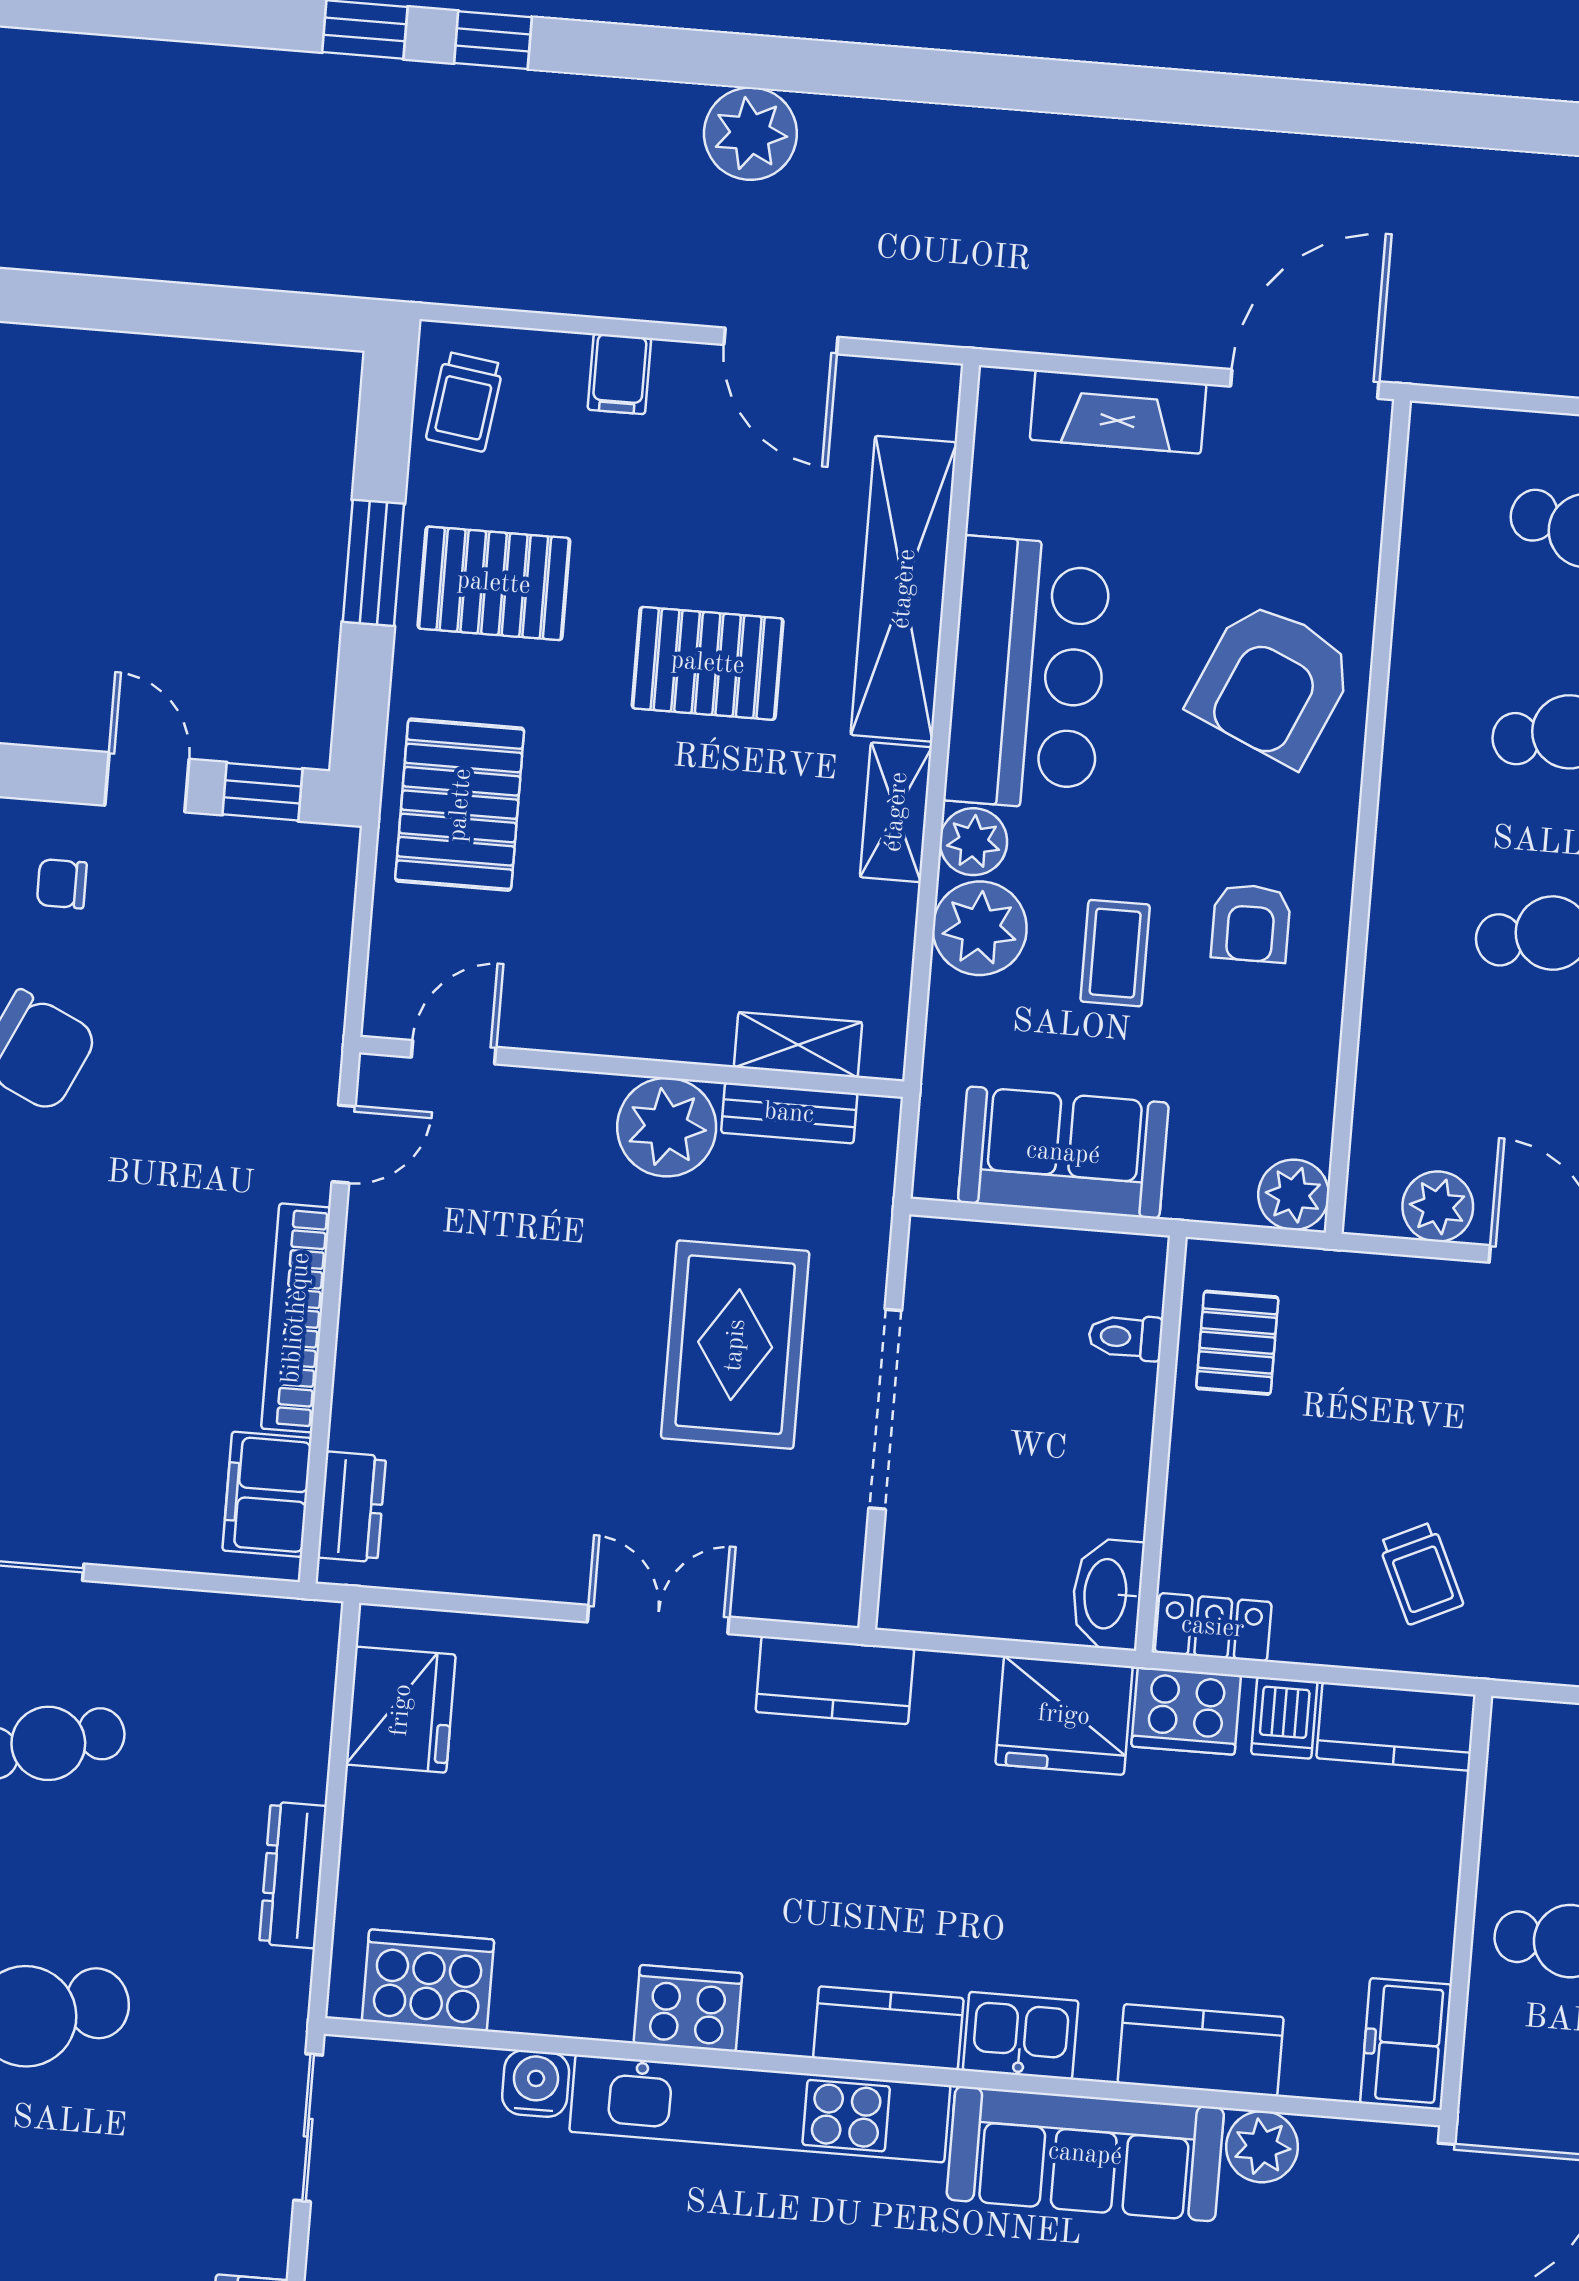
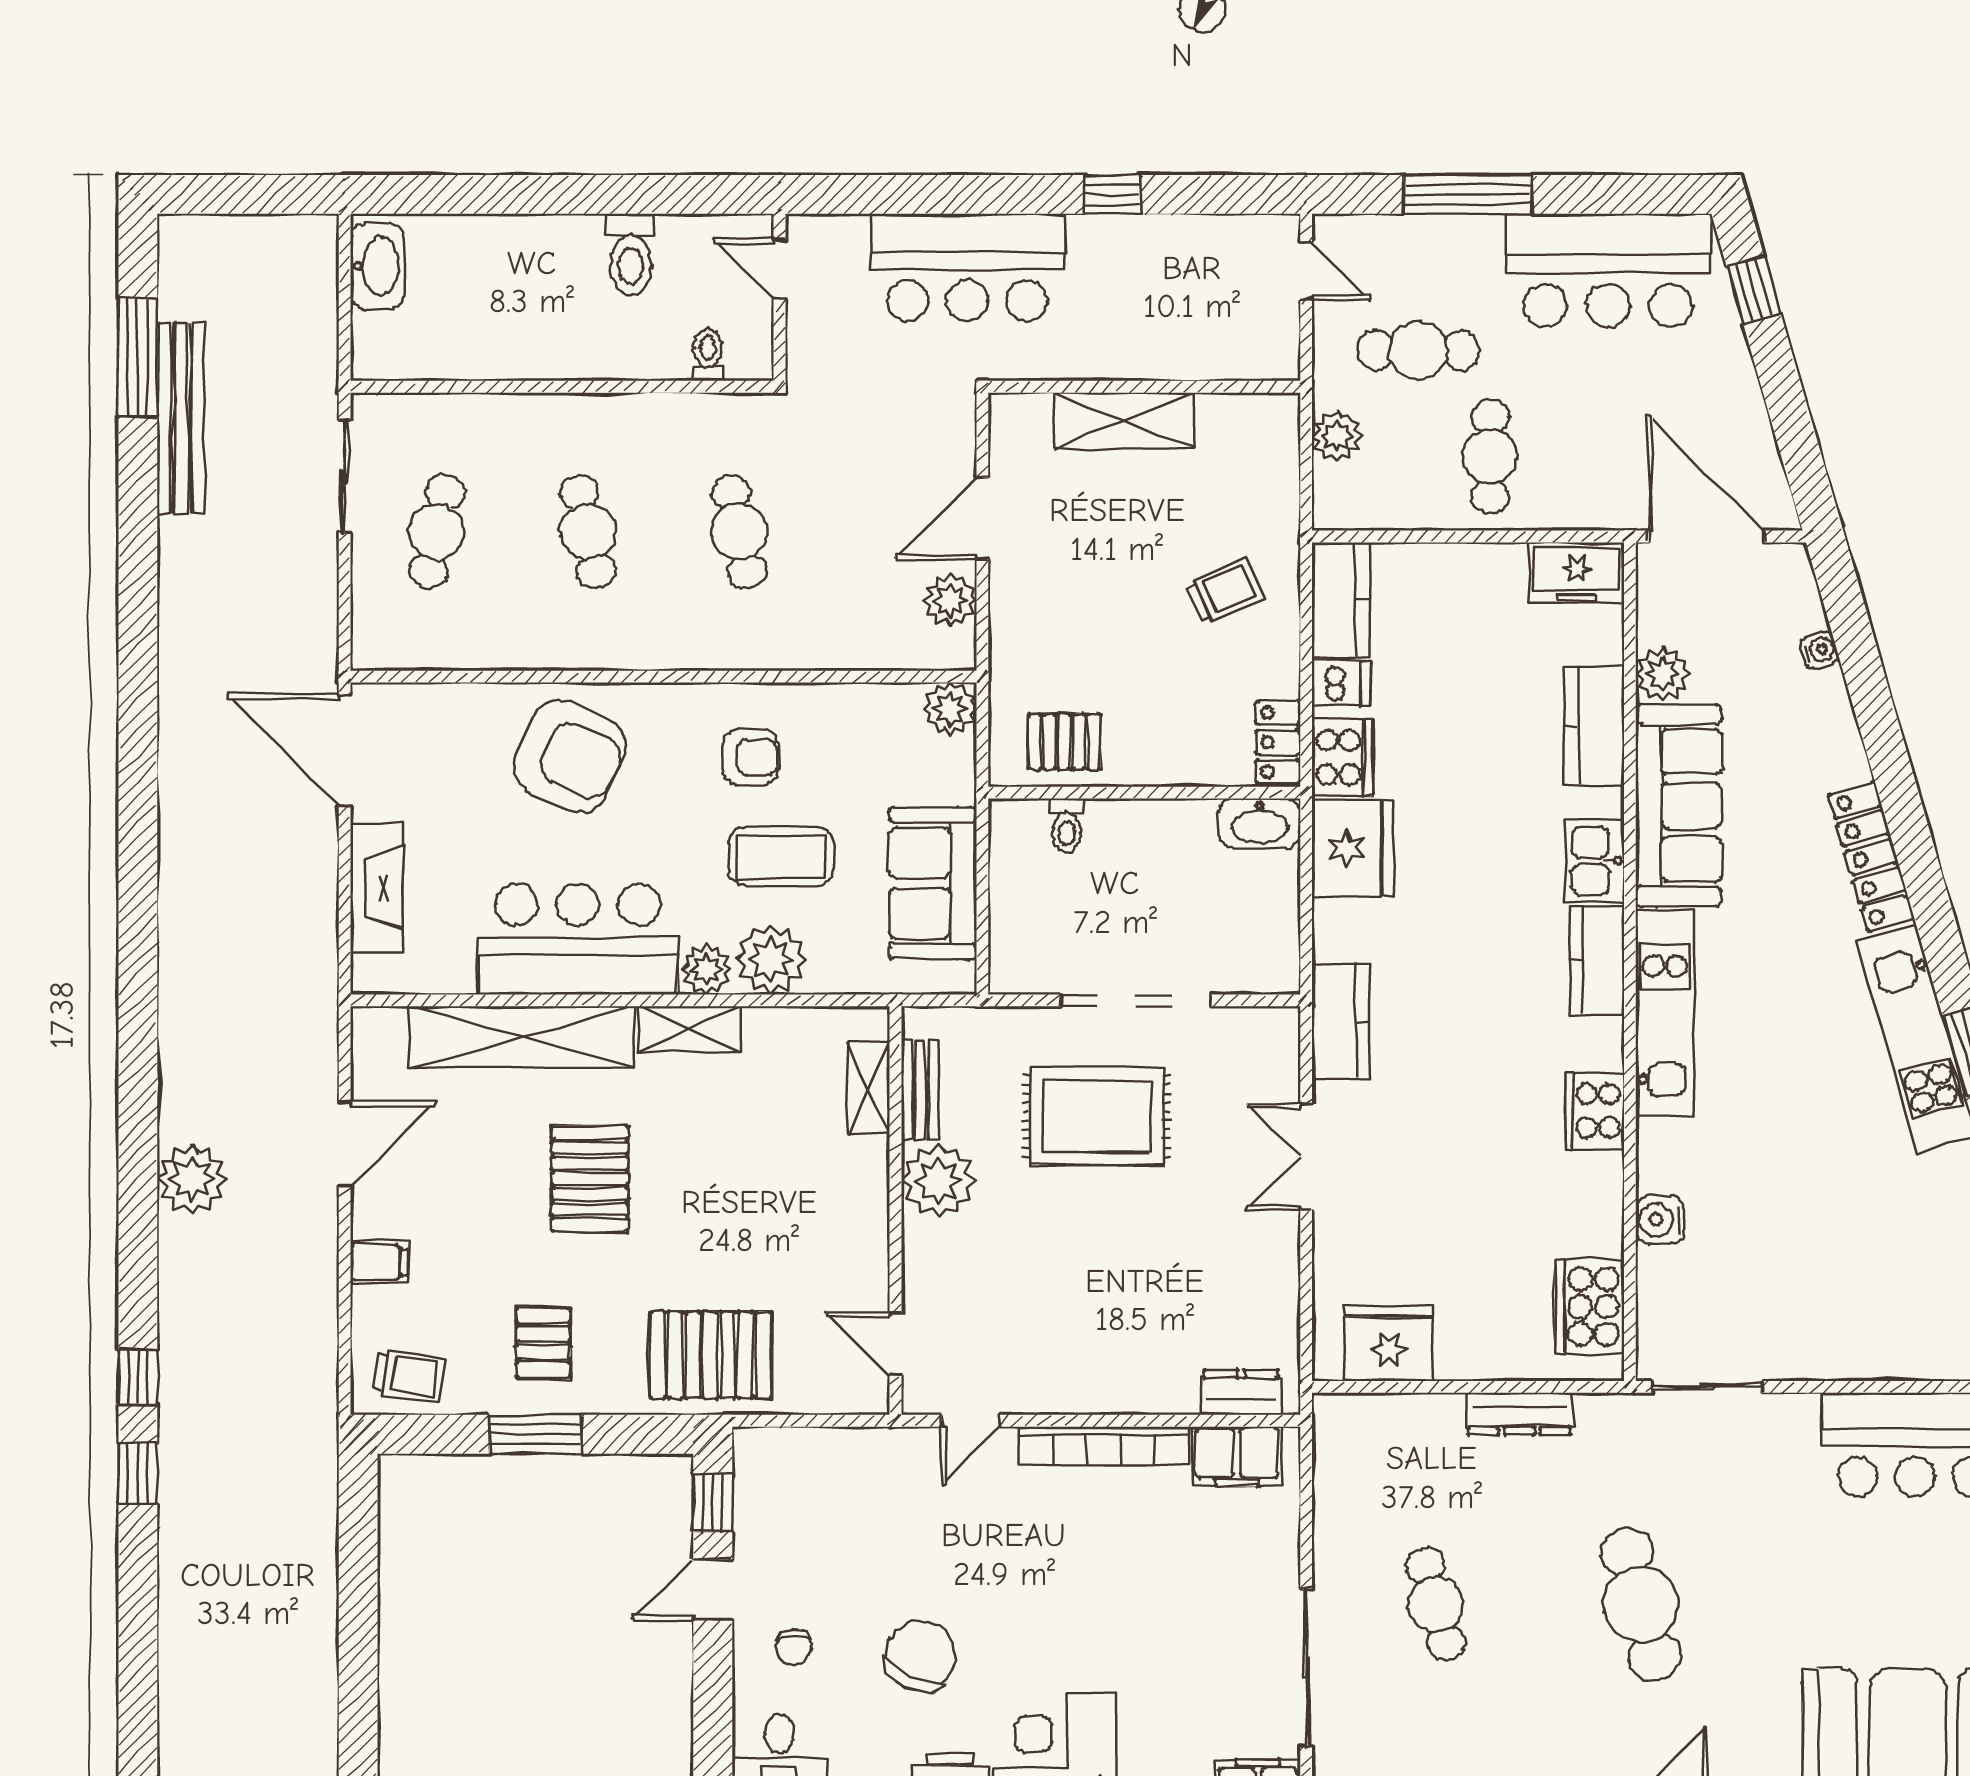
pallet: (494, 583) -> (543, 1343), width x0.67, depth x0.71
coffee table: (1115, 953) -> (781, 857), width x1.36, depth x1.30
door: (344, 1144) -> (971, 1421), swing flipped
kitchen unit: (760, 2109) -> (1665, 1013), width x0.73

